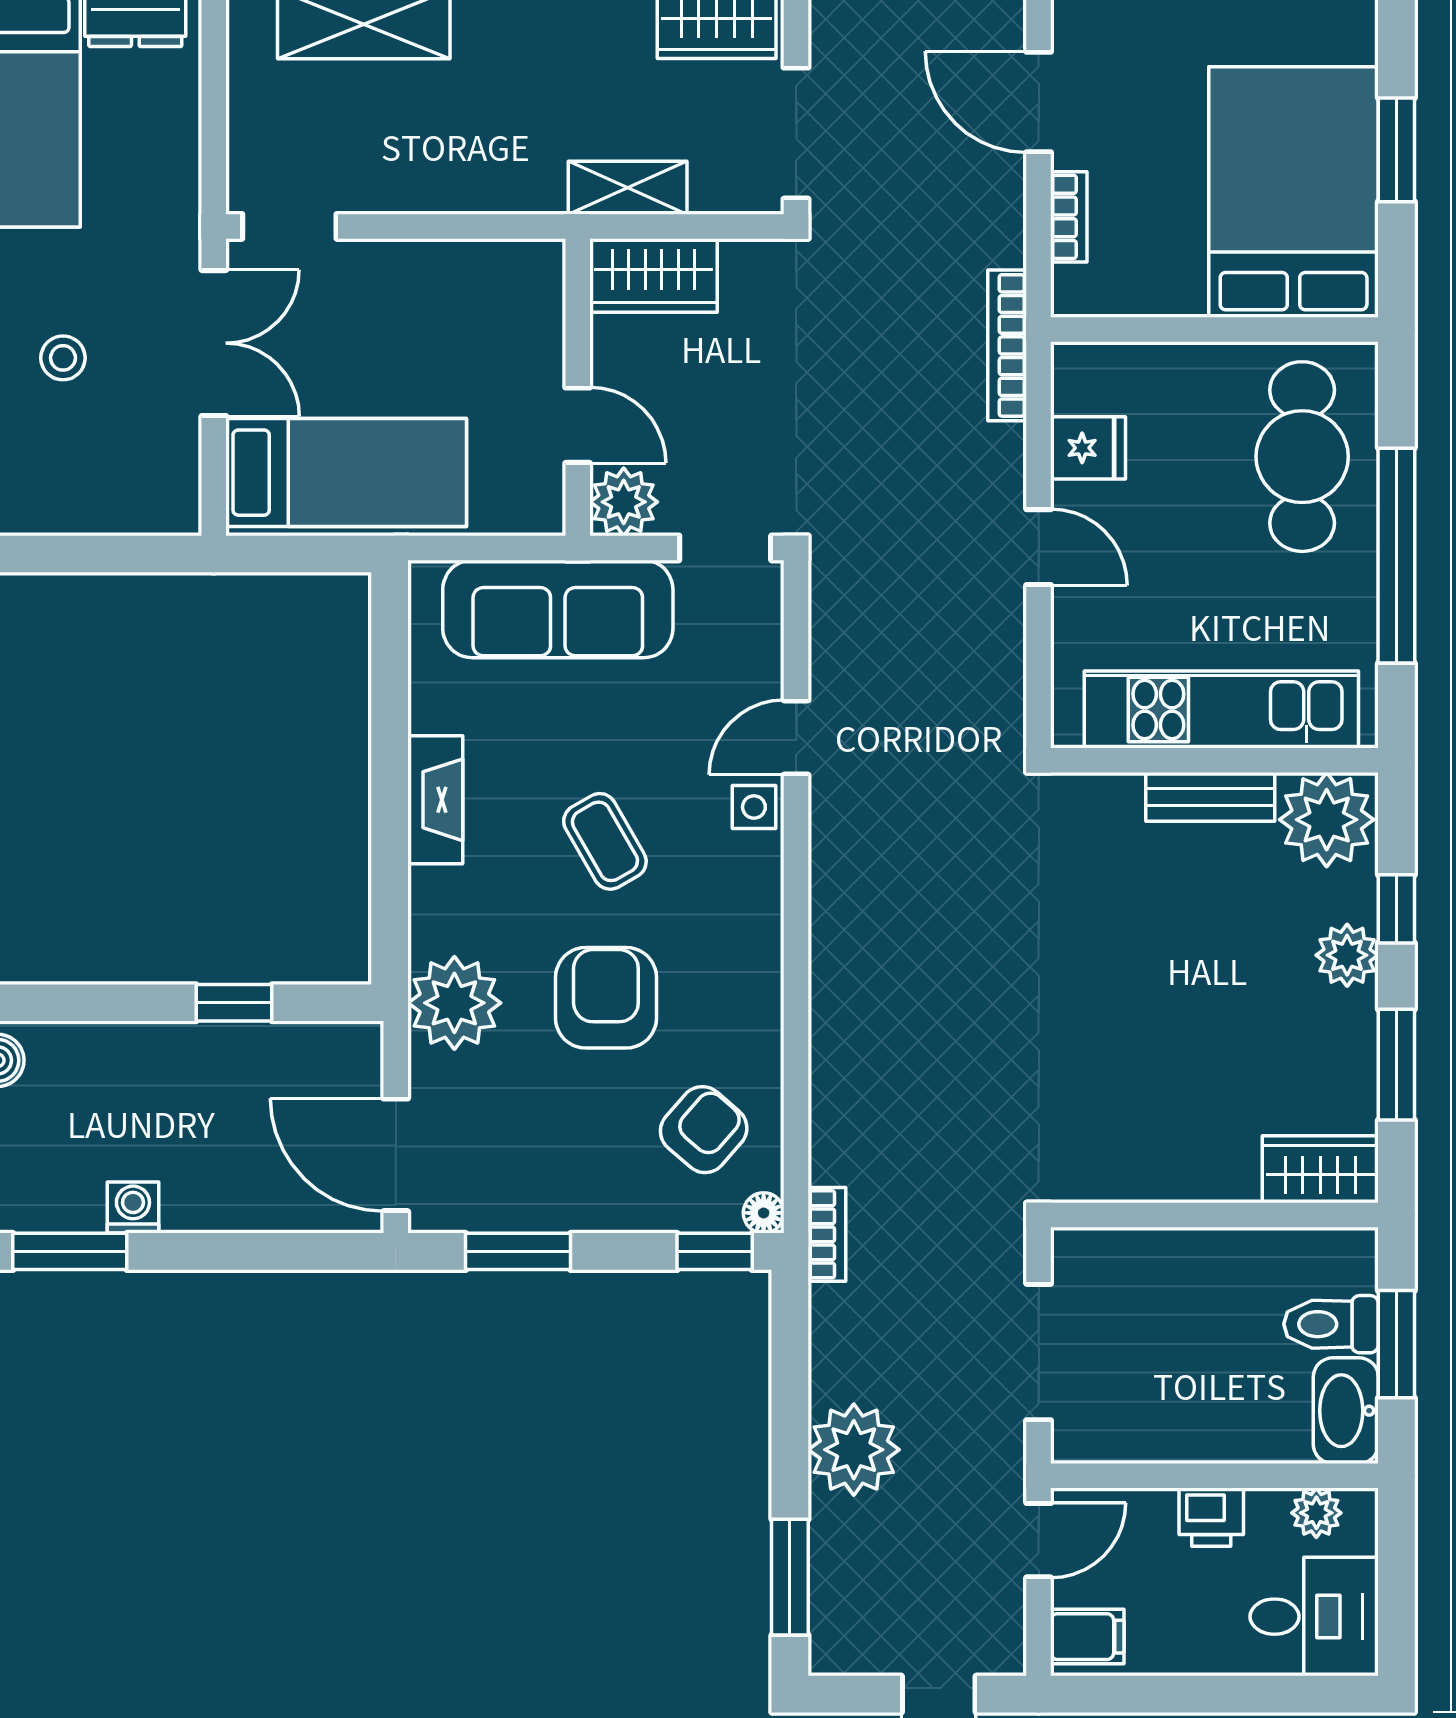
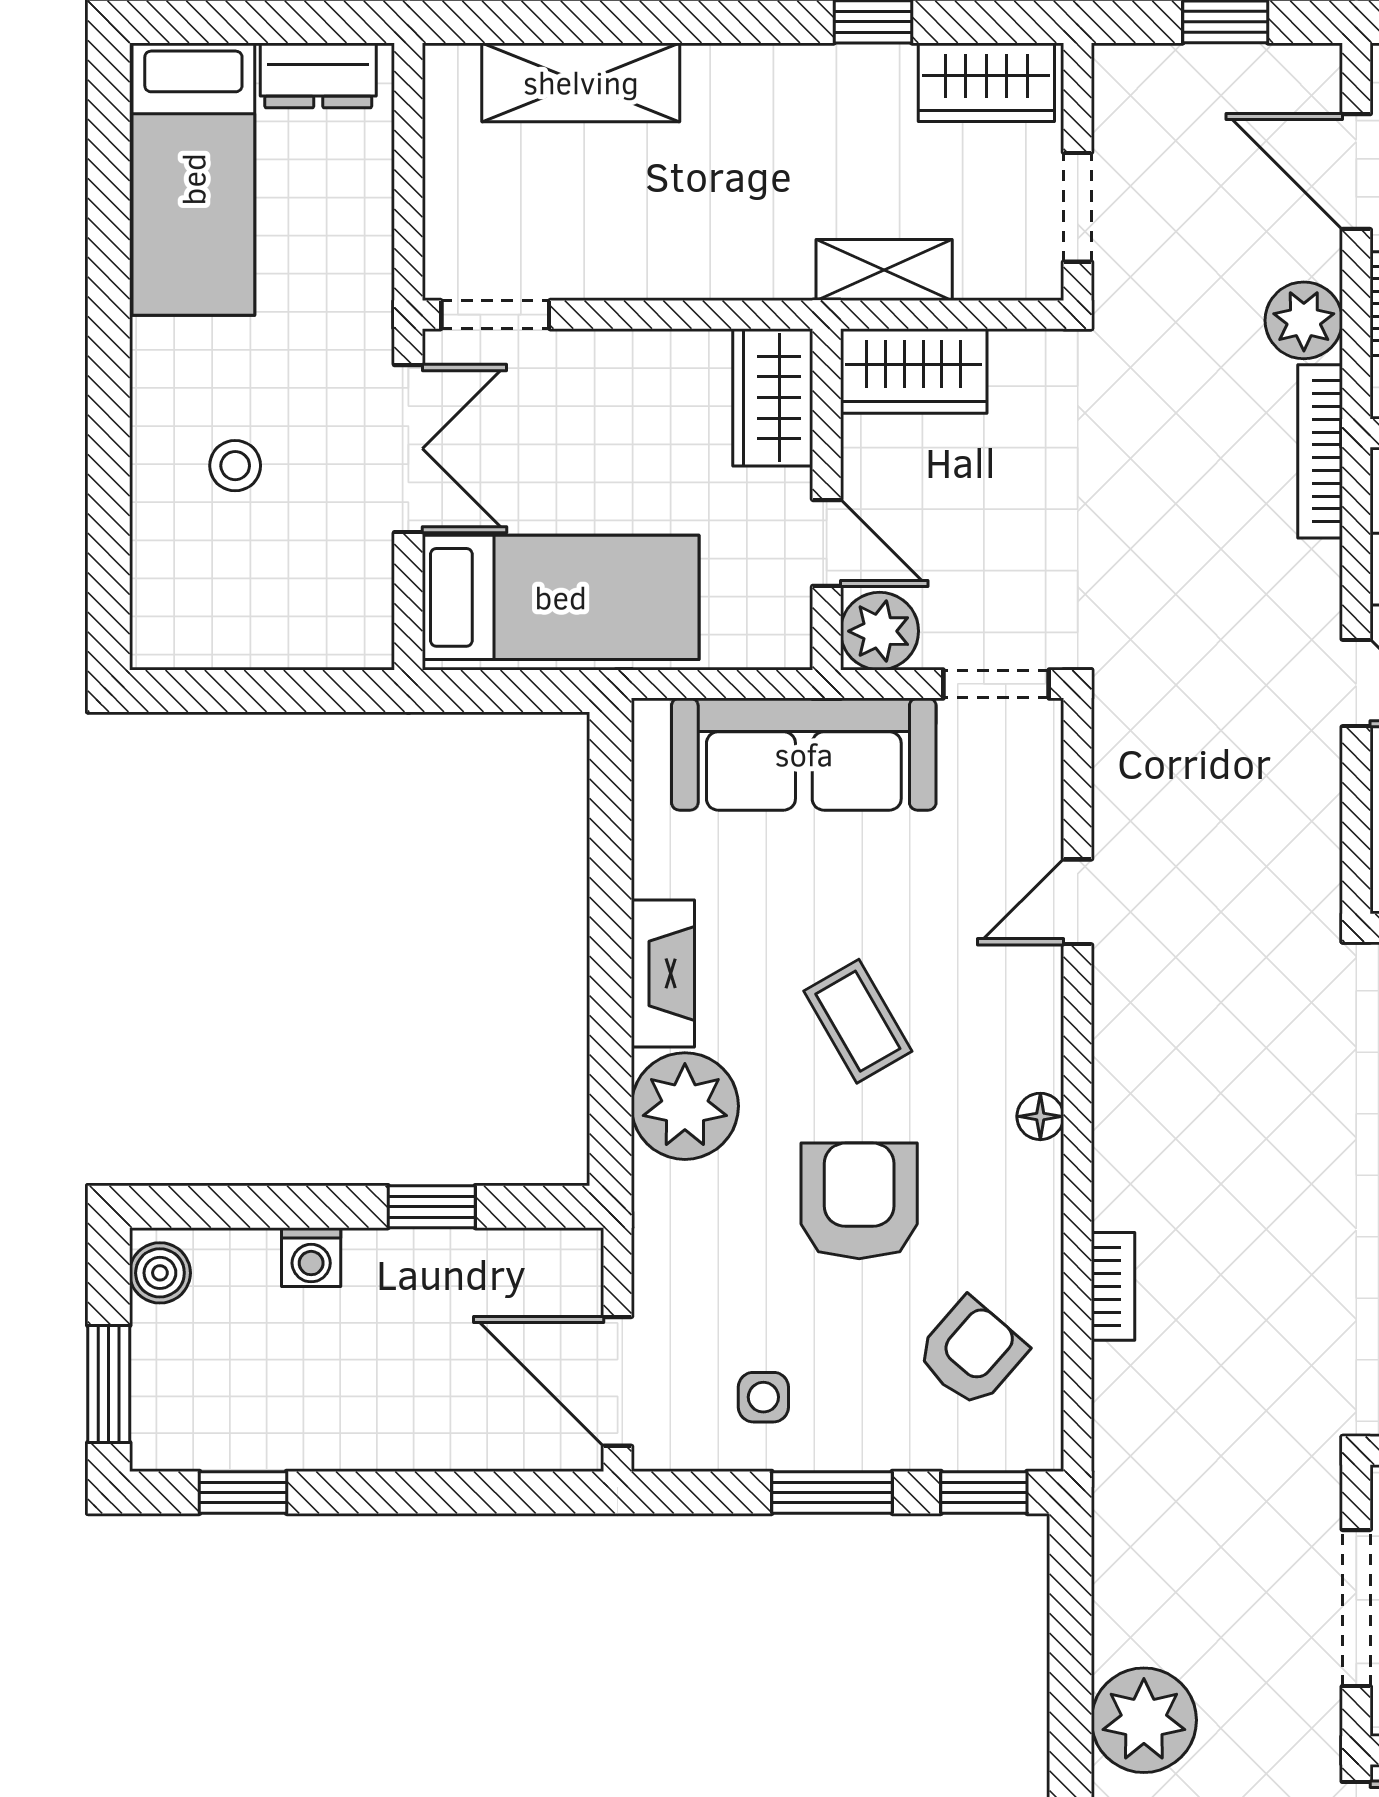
doorway: (796, 133) -> (1078, 207), width x0.73
plant: (993, 232) -> (1304, 320), added
wardrobe: (531, 299) -> (773, 397), added
side table: (754, 807) -> (763, 1397), moved
plant: (454, 1003) -> (685, 1106), moved
washing machine: (133, 1208) -> (311, 1257), moved, turned 180
floor lamp: (764, 1213) -> (1040, 1116), moved
bookcase: (827, 1234) -> (1113, 1286), moved
window: (70, 1251) -> (243, 1492), width x0.67
window: (518, 1251) -> (832, 1492), moved

